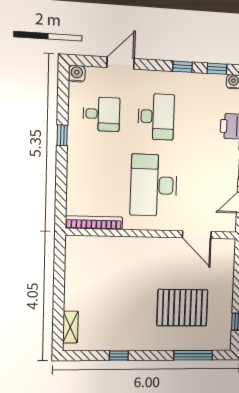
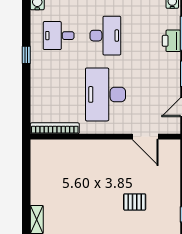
desk: (101, 114) -> (59, 36), turned 180
pallet: (182, 308) -> (135, 202), width x0.49, depth x0.50

